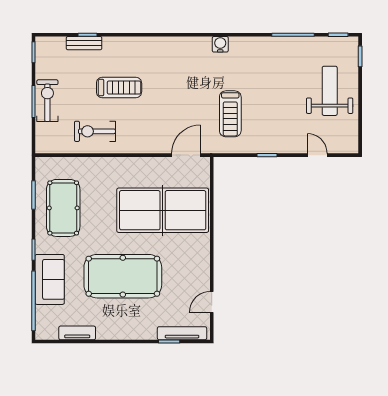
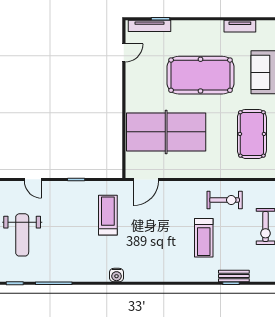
treadmill: (119, 88) -> (204, 238), turned -90

